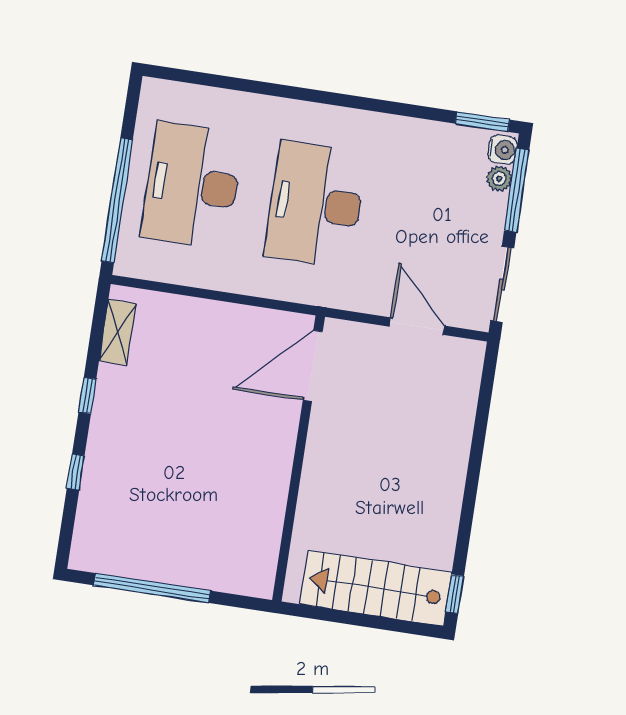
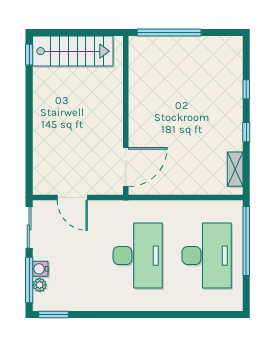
water cooler: (503, 150) -> (40, 269), moved
window: (152, 588) -> (169, 33), moved

